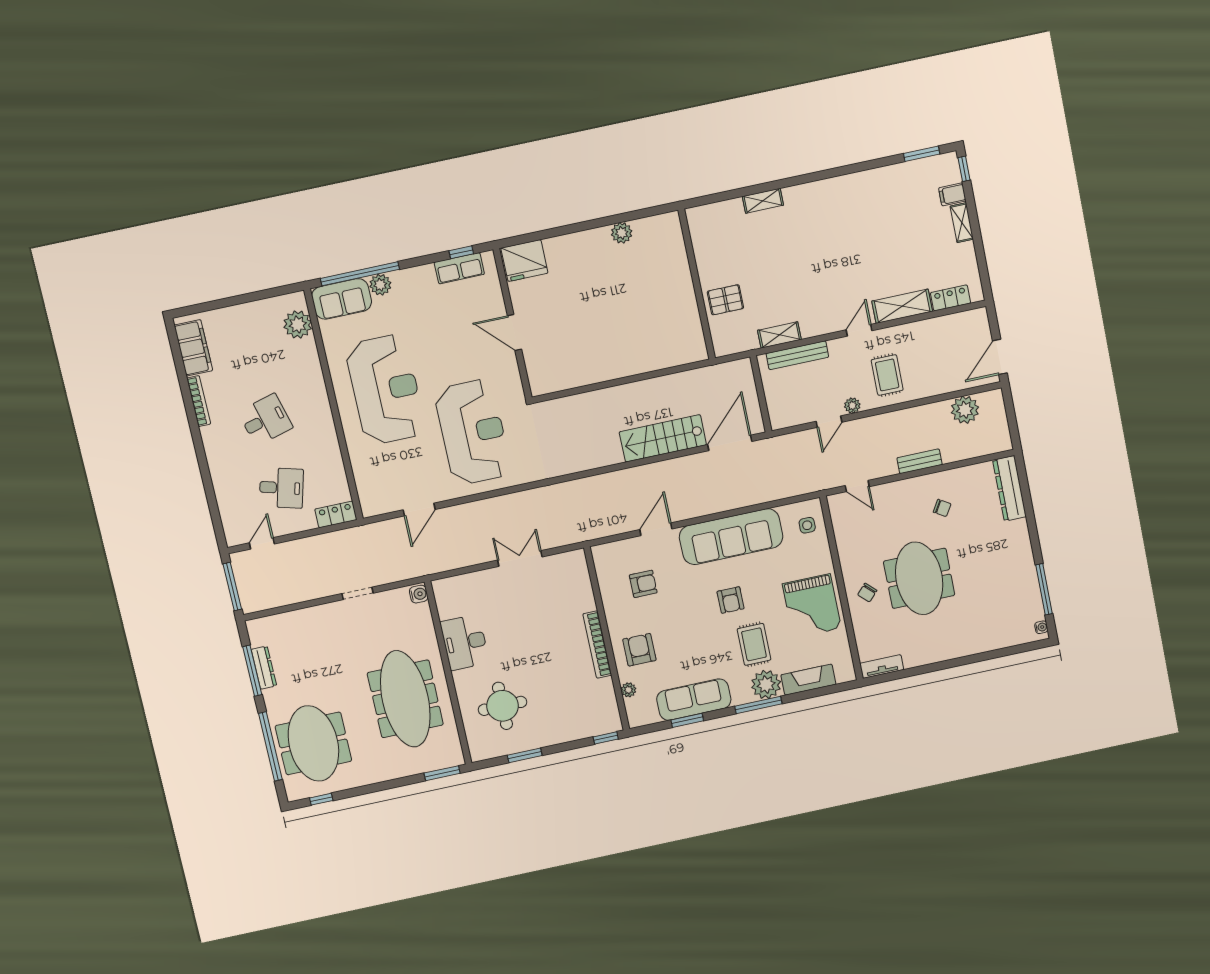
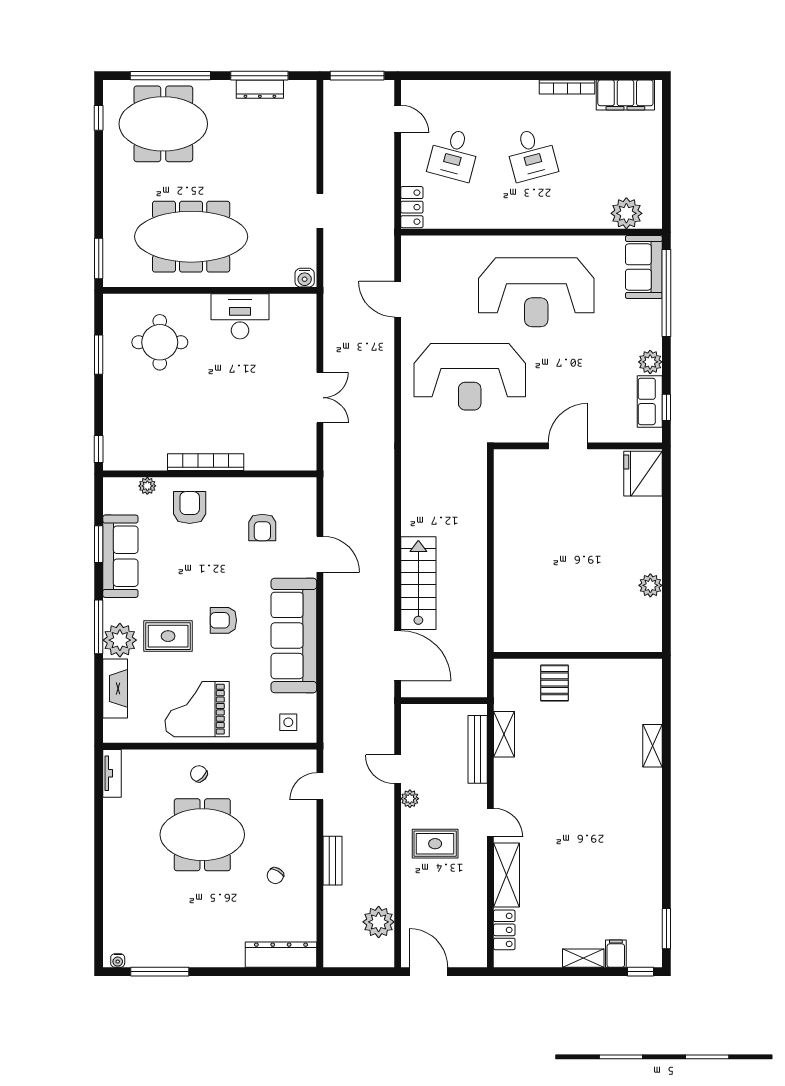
plant: (380, 285) -> (650, 362), moved
armchair: (639, 650) -> (190, 508), turned -90

